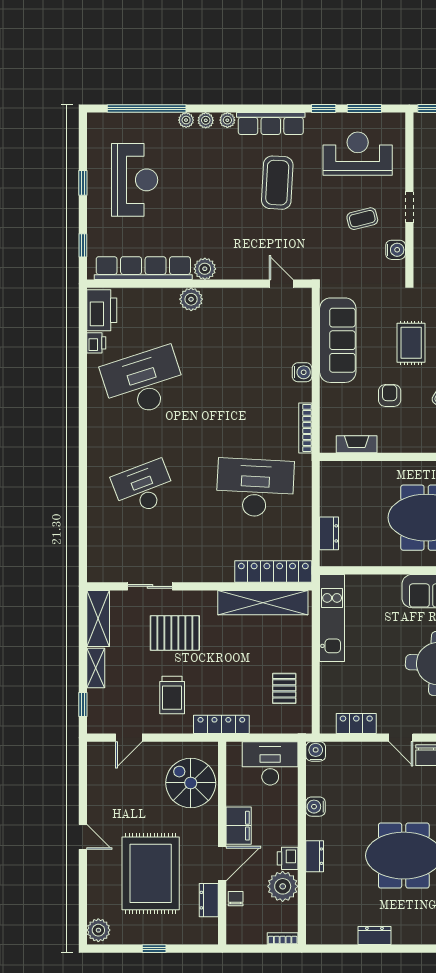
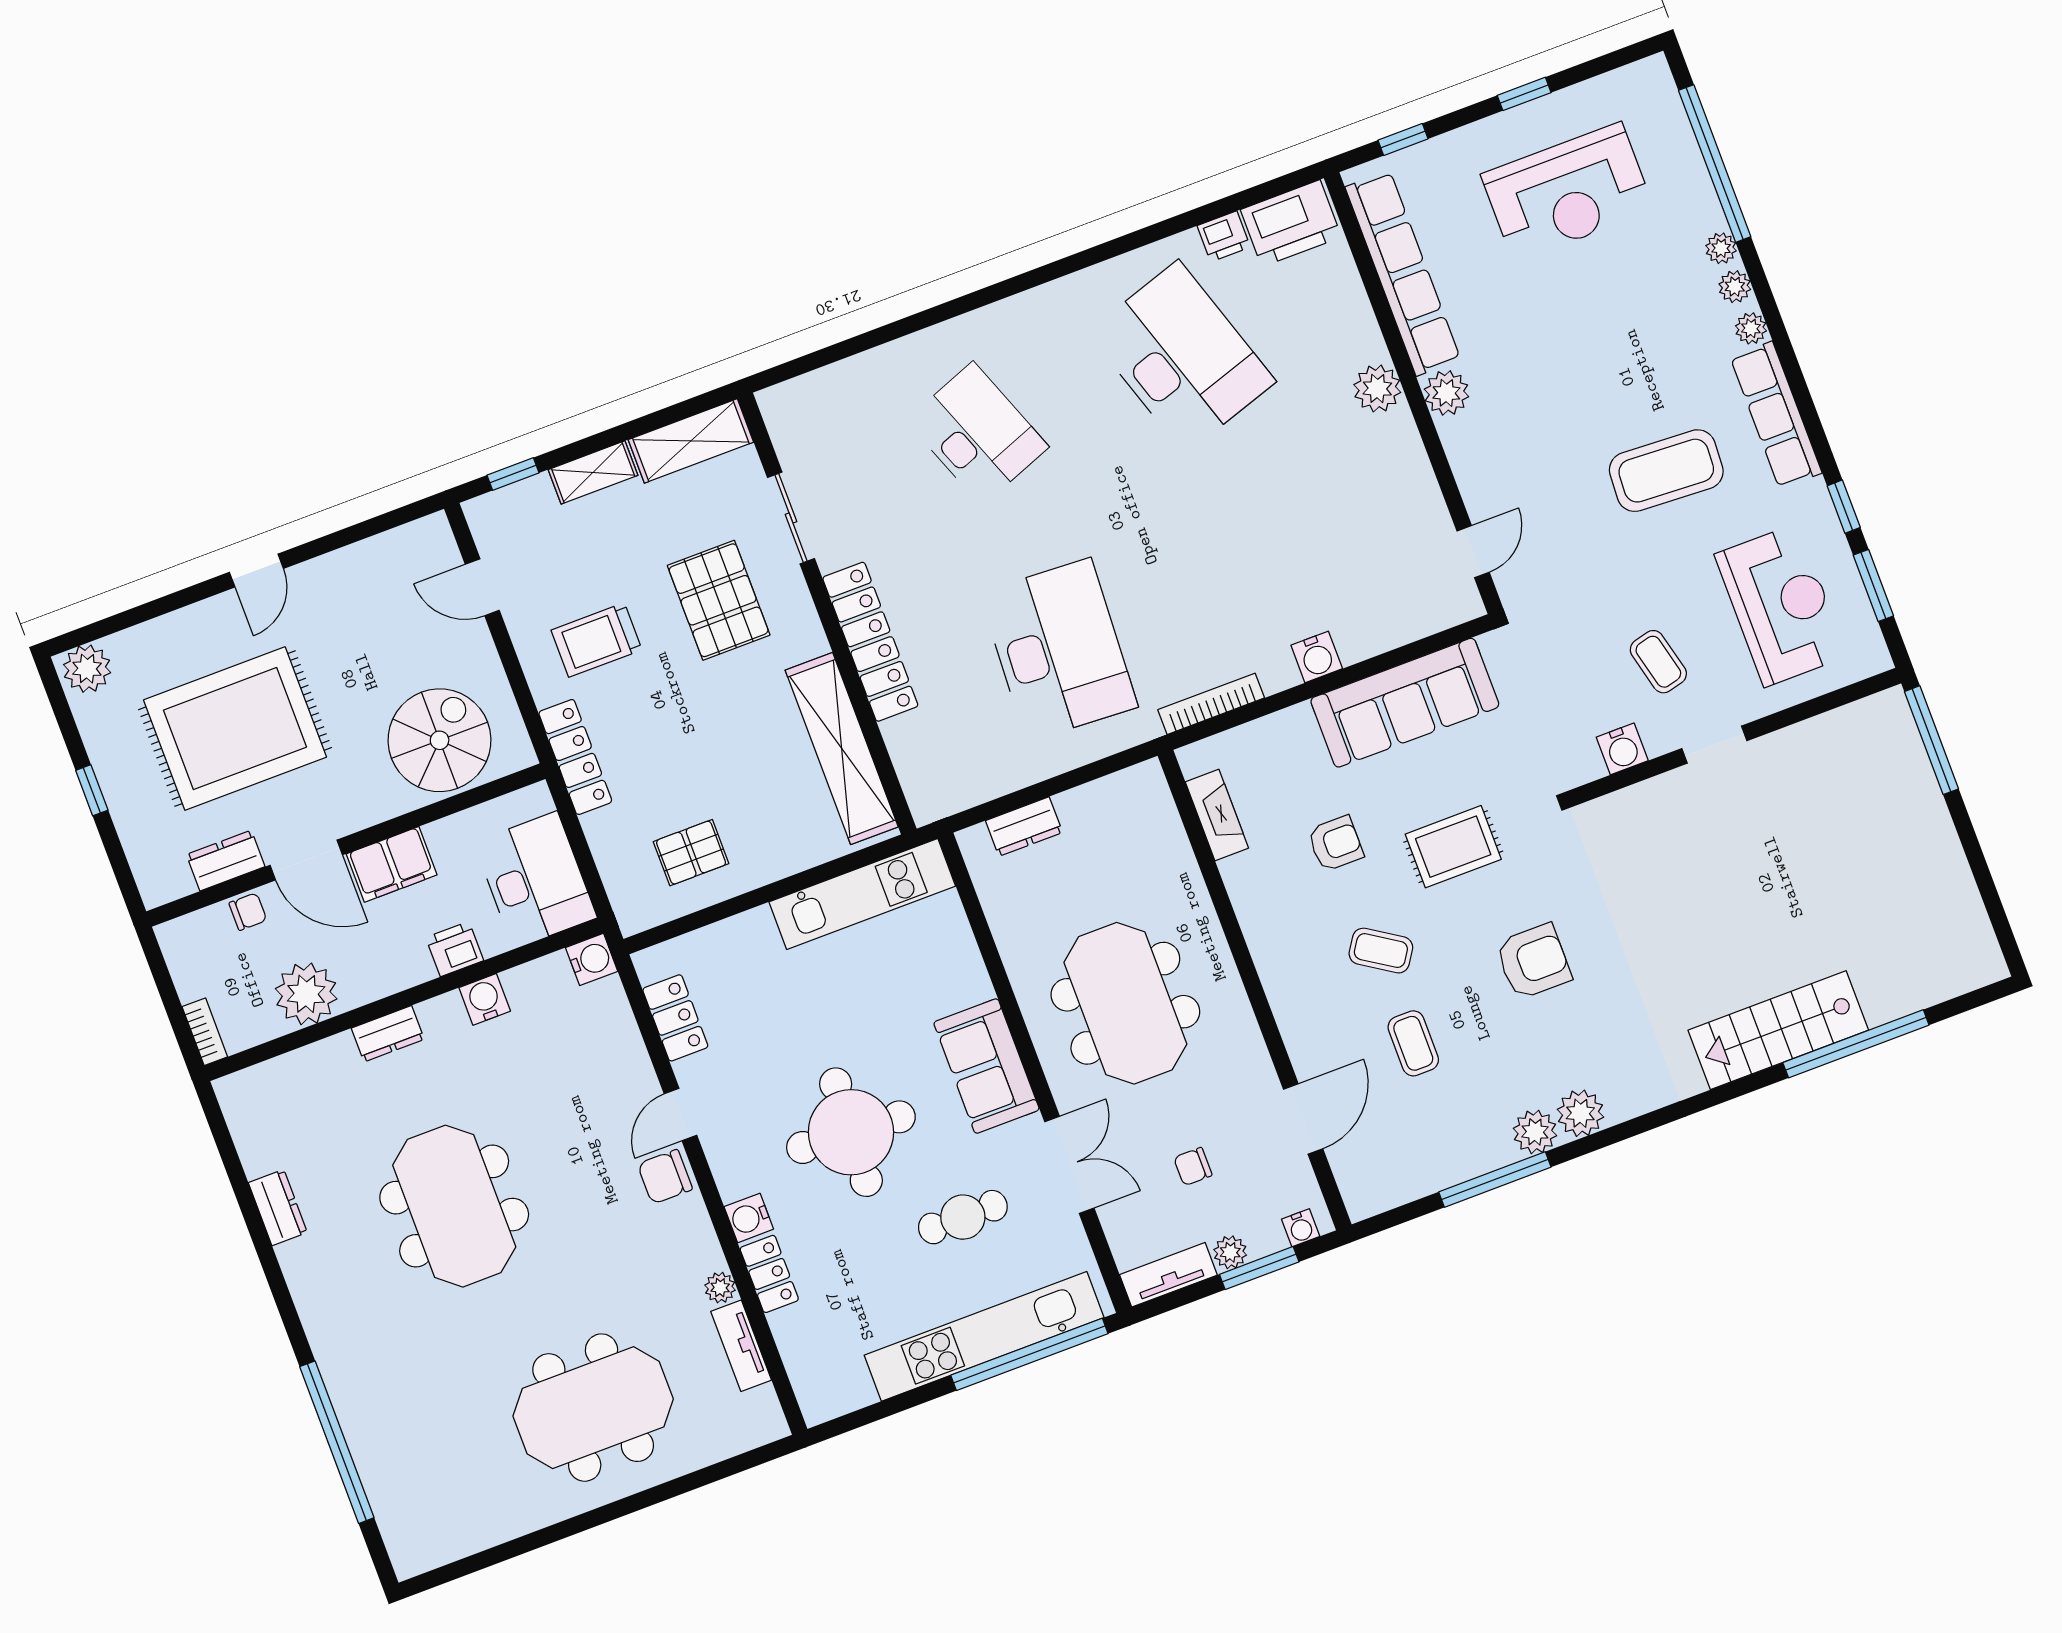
locker: (273, 571) -> (870, 642), moved
printer: (288, 858) -> (455, 949), moved

